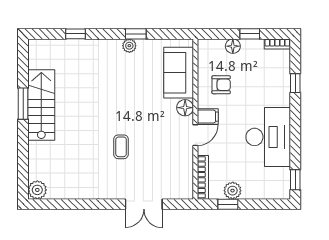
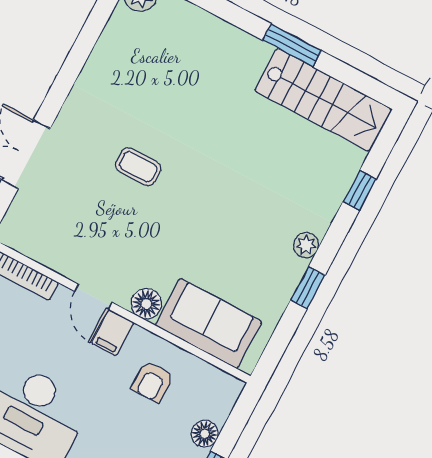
plant: (129, 46) -> (306, 245), moved
stairs: (41, 105) -> (323, 100), moved

